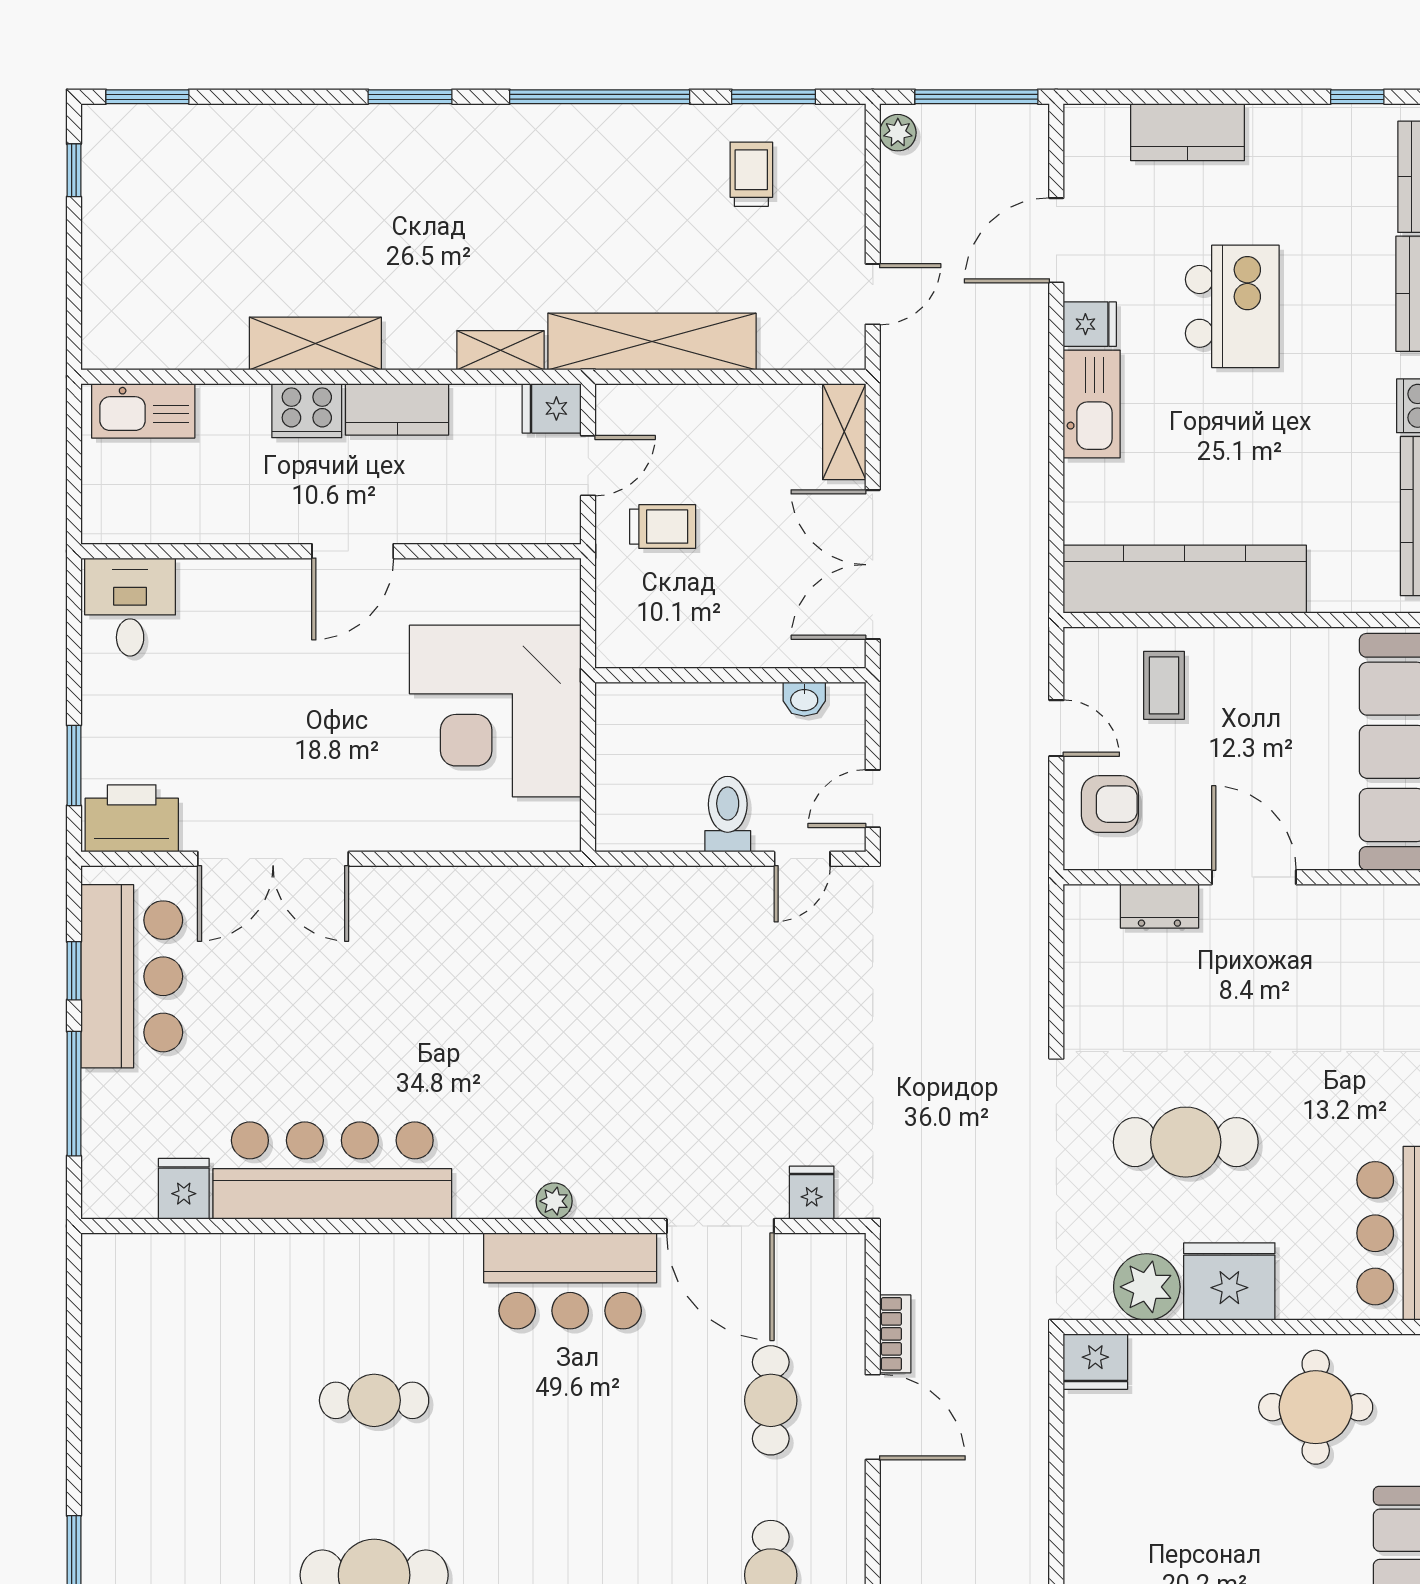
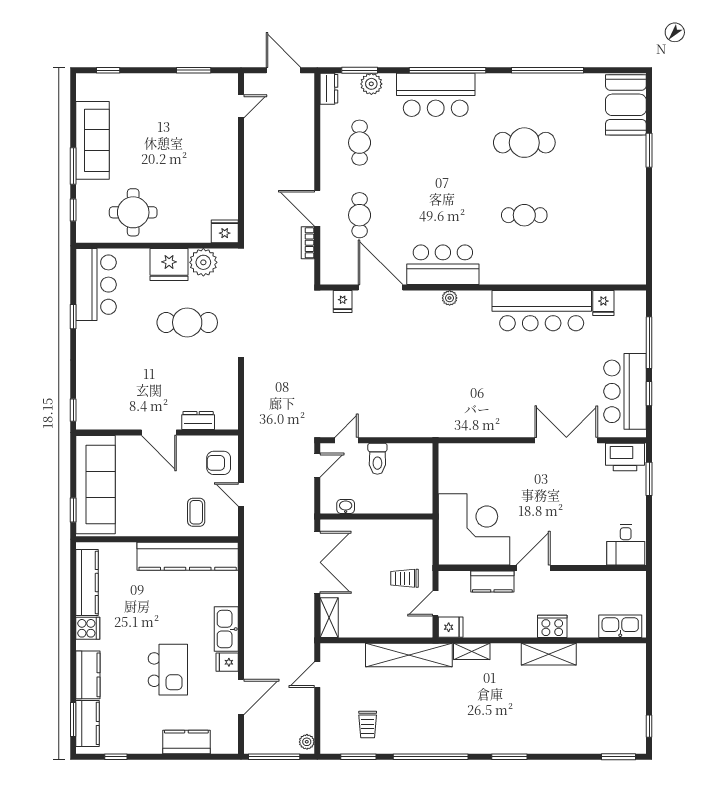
kitchen island: (1232, 306) -> (168, 670), turned 180
kitchen counter: (397, 409) -> (492, 581), moved, turned 180
corner desk: (495, 711) -> (474, 529), moved

